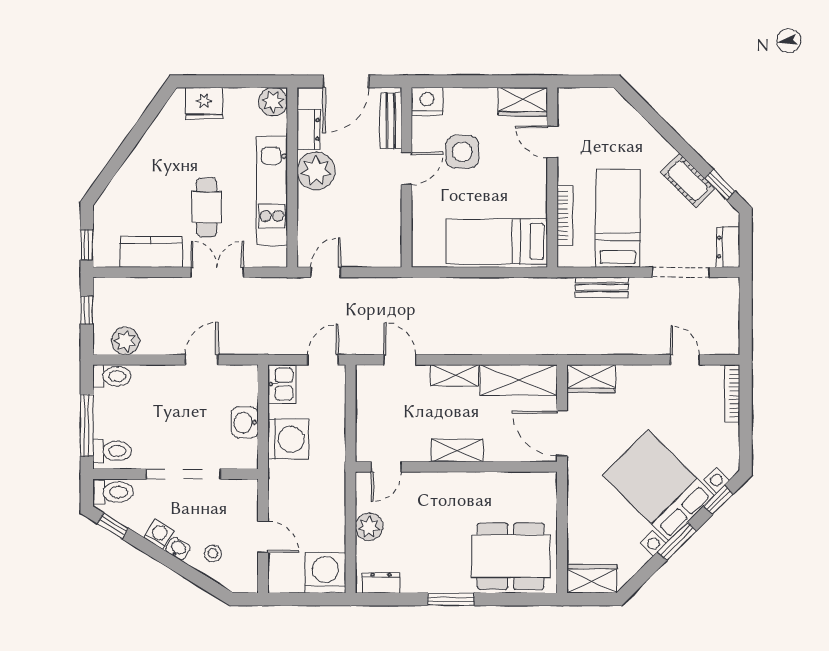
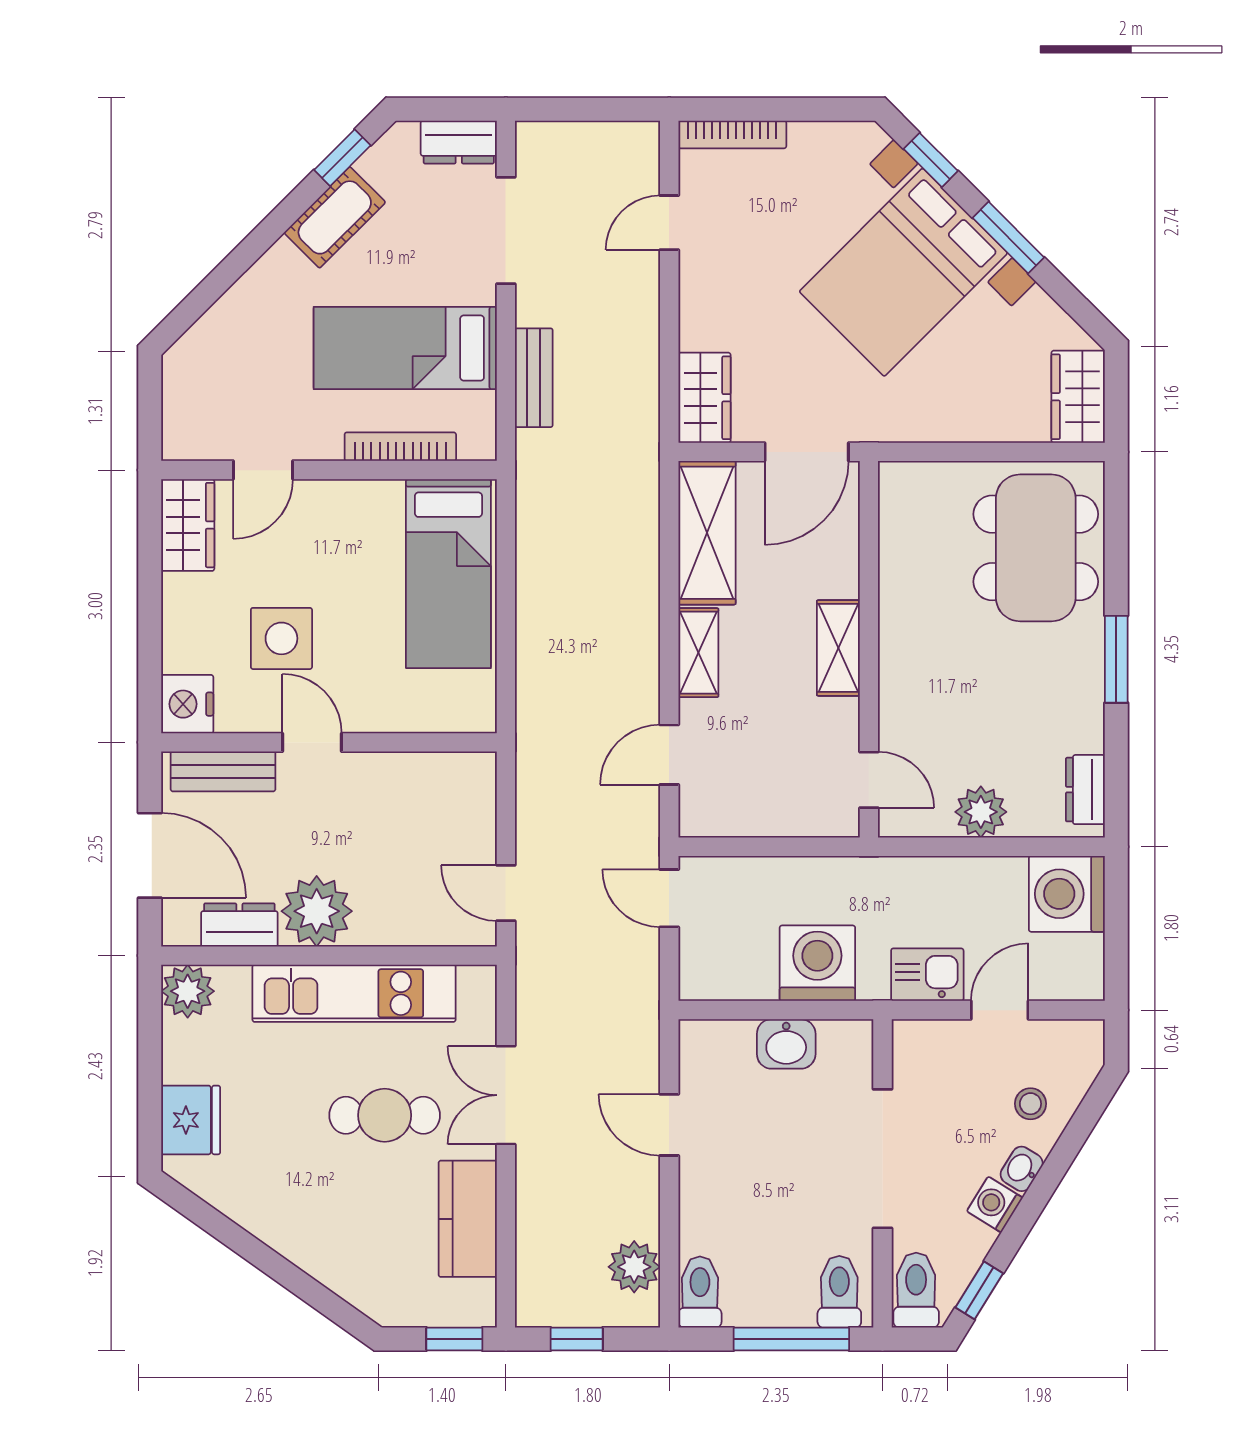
kitchen sink: (282, 384) -> (927, 975), moved

